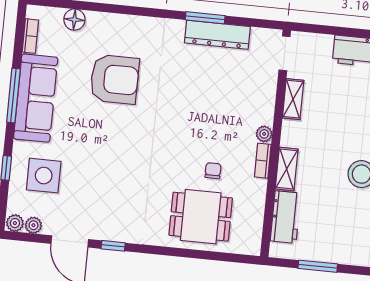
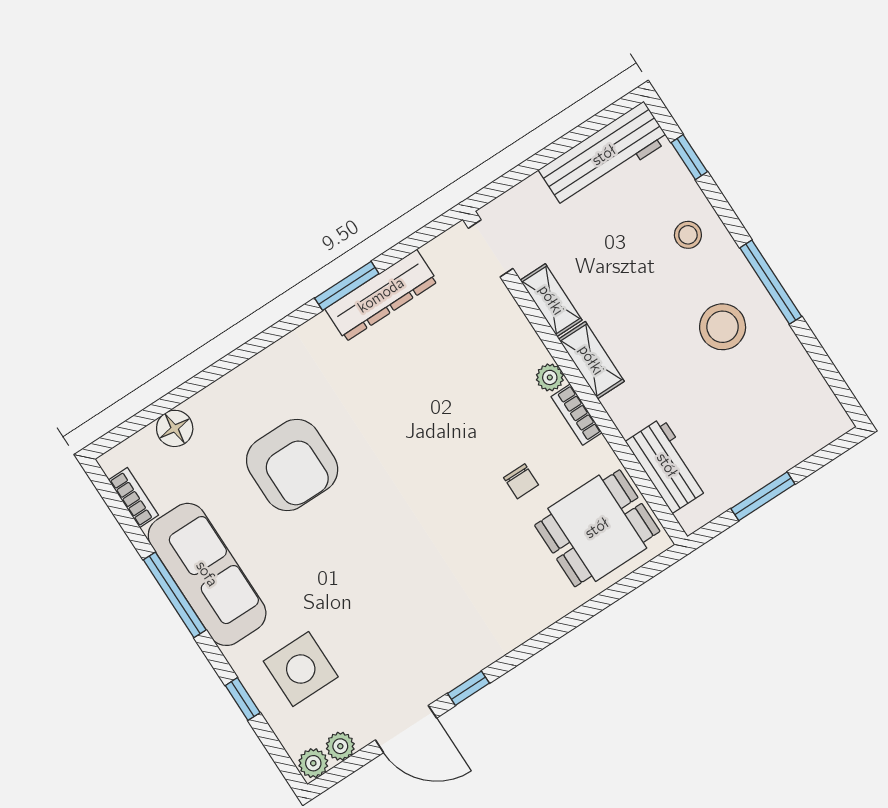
armchair: (115, 79) -> (292, 465), turned 90
shelving: (287, 169) -> (591, 360), moved
chair: (213, 171) -> (521, 481), turned 180
dining table: (201, 217) -> (597, 528), moved

